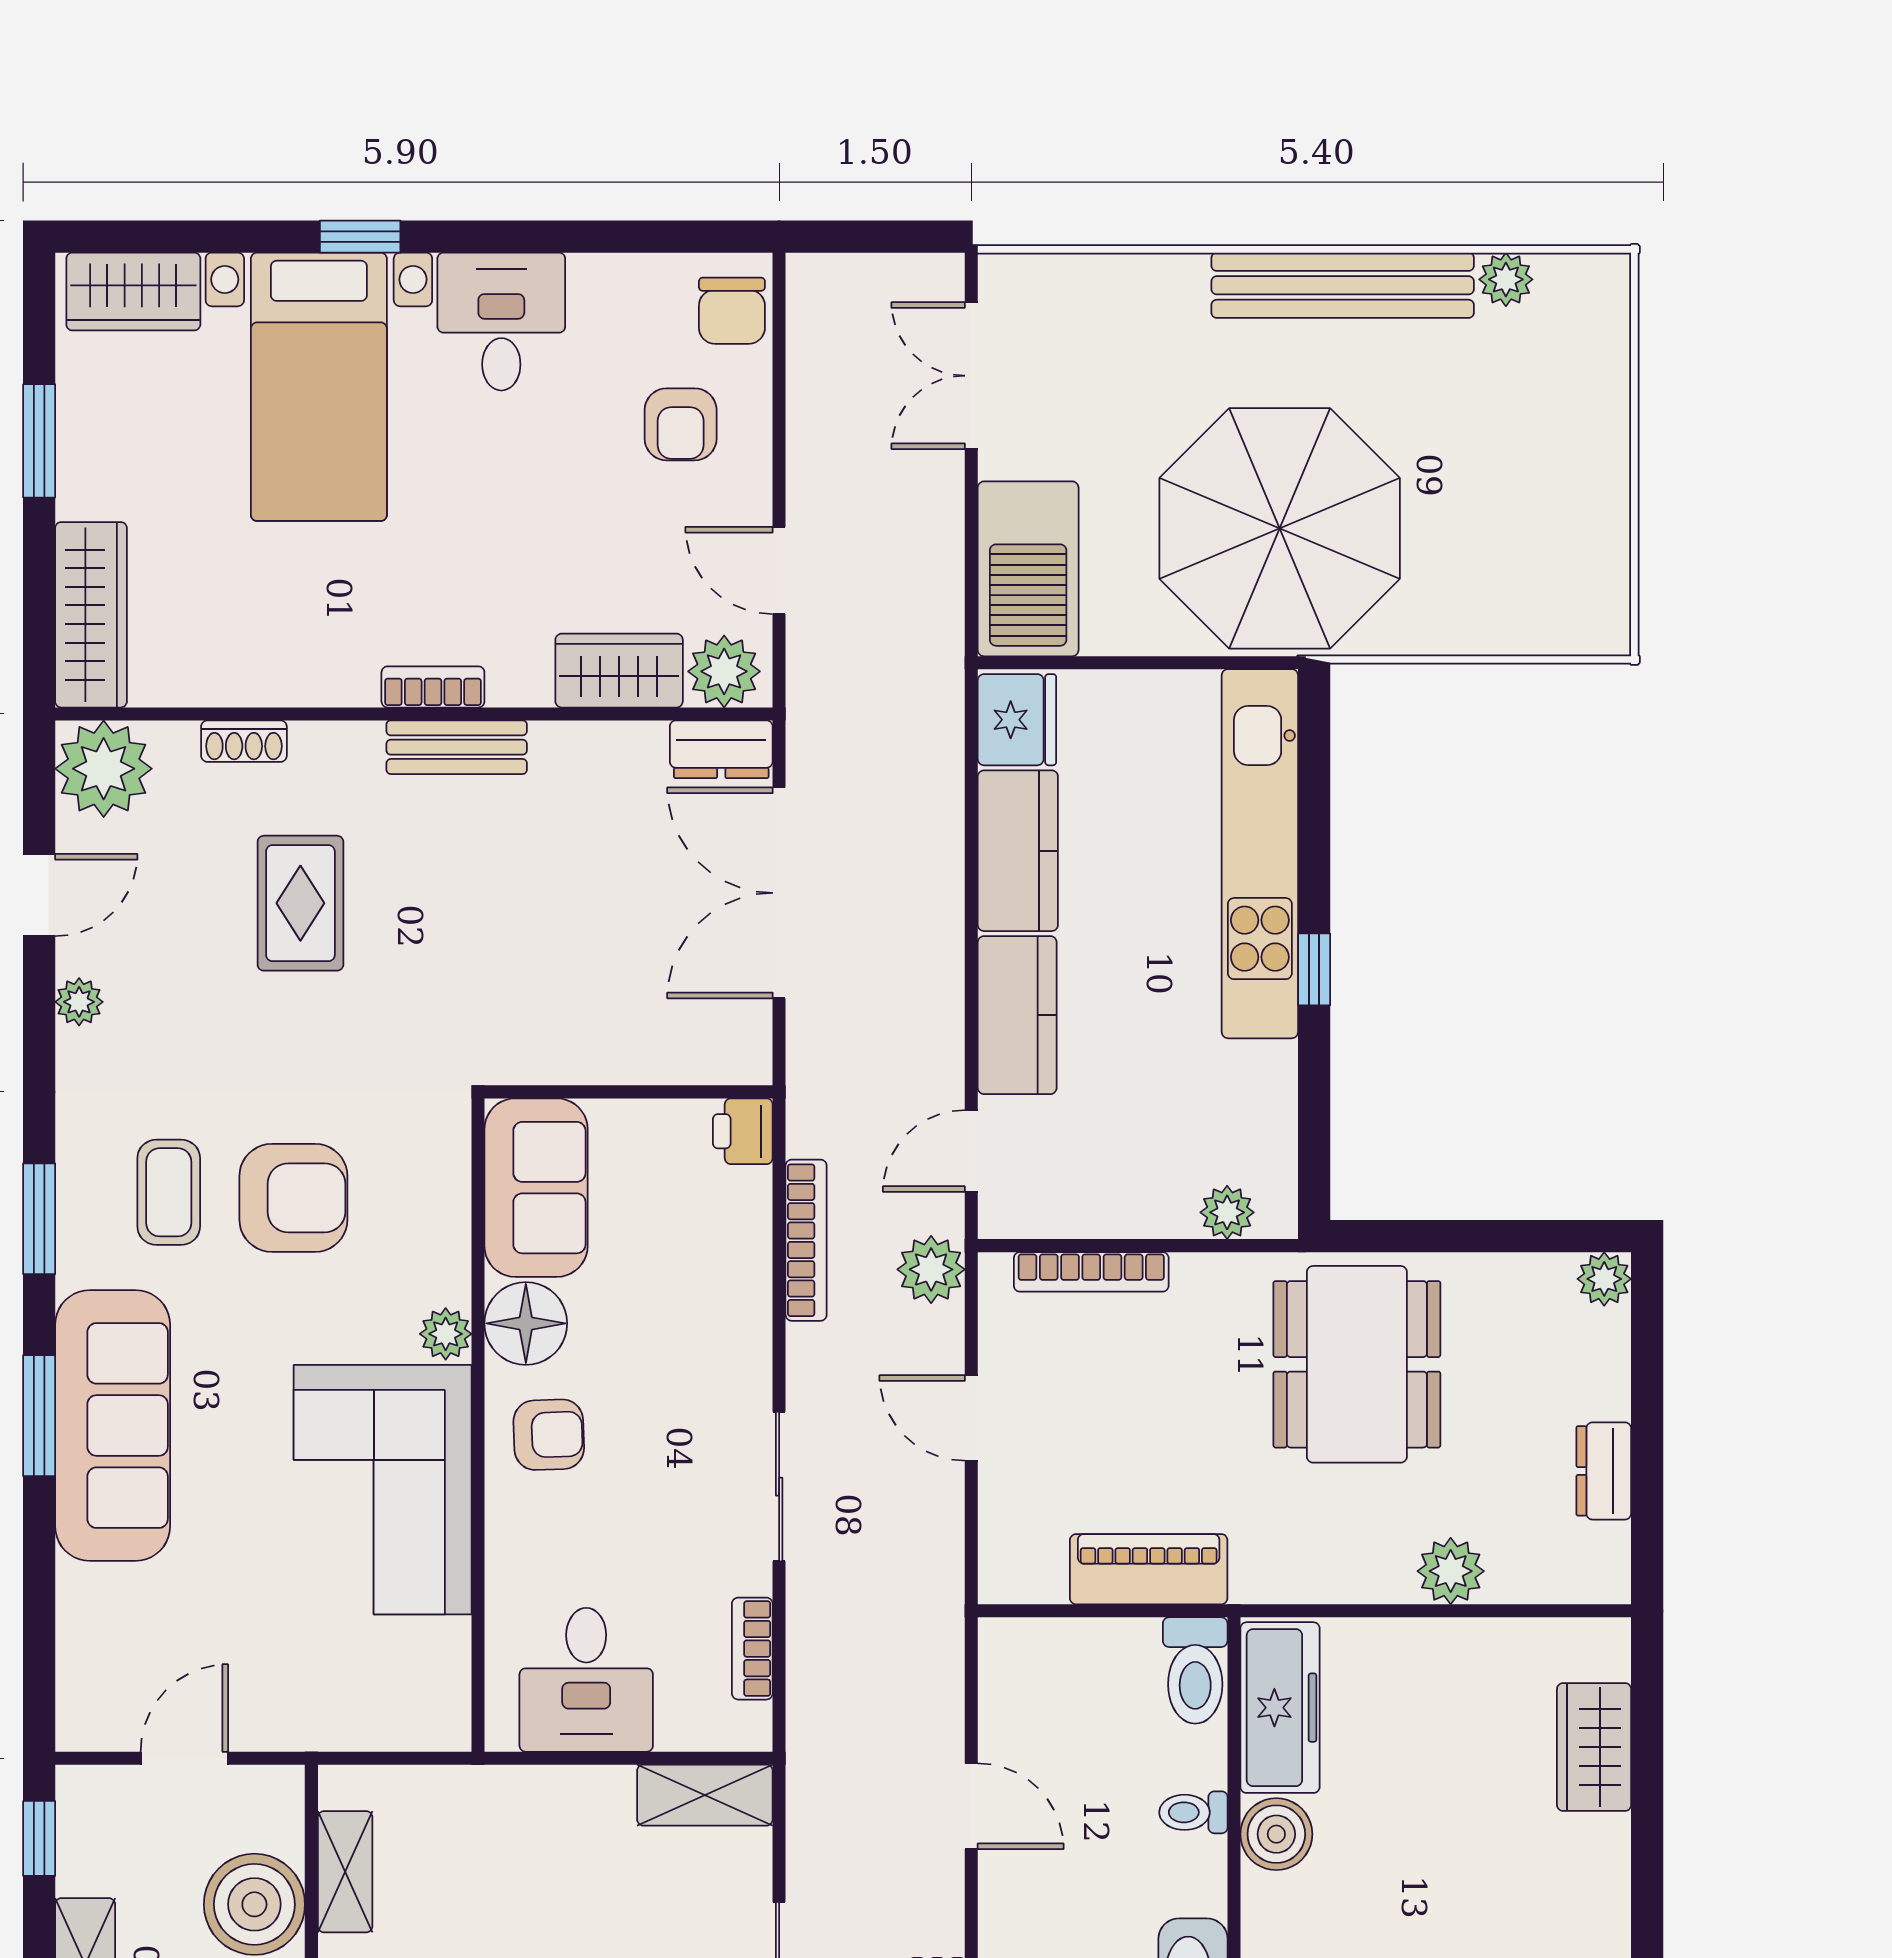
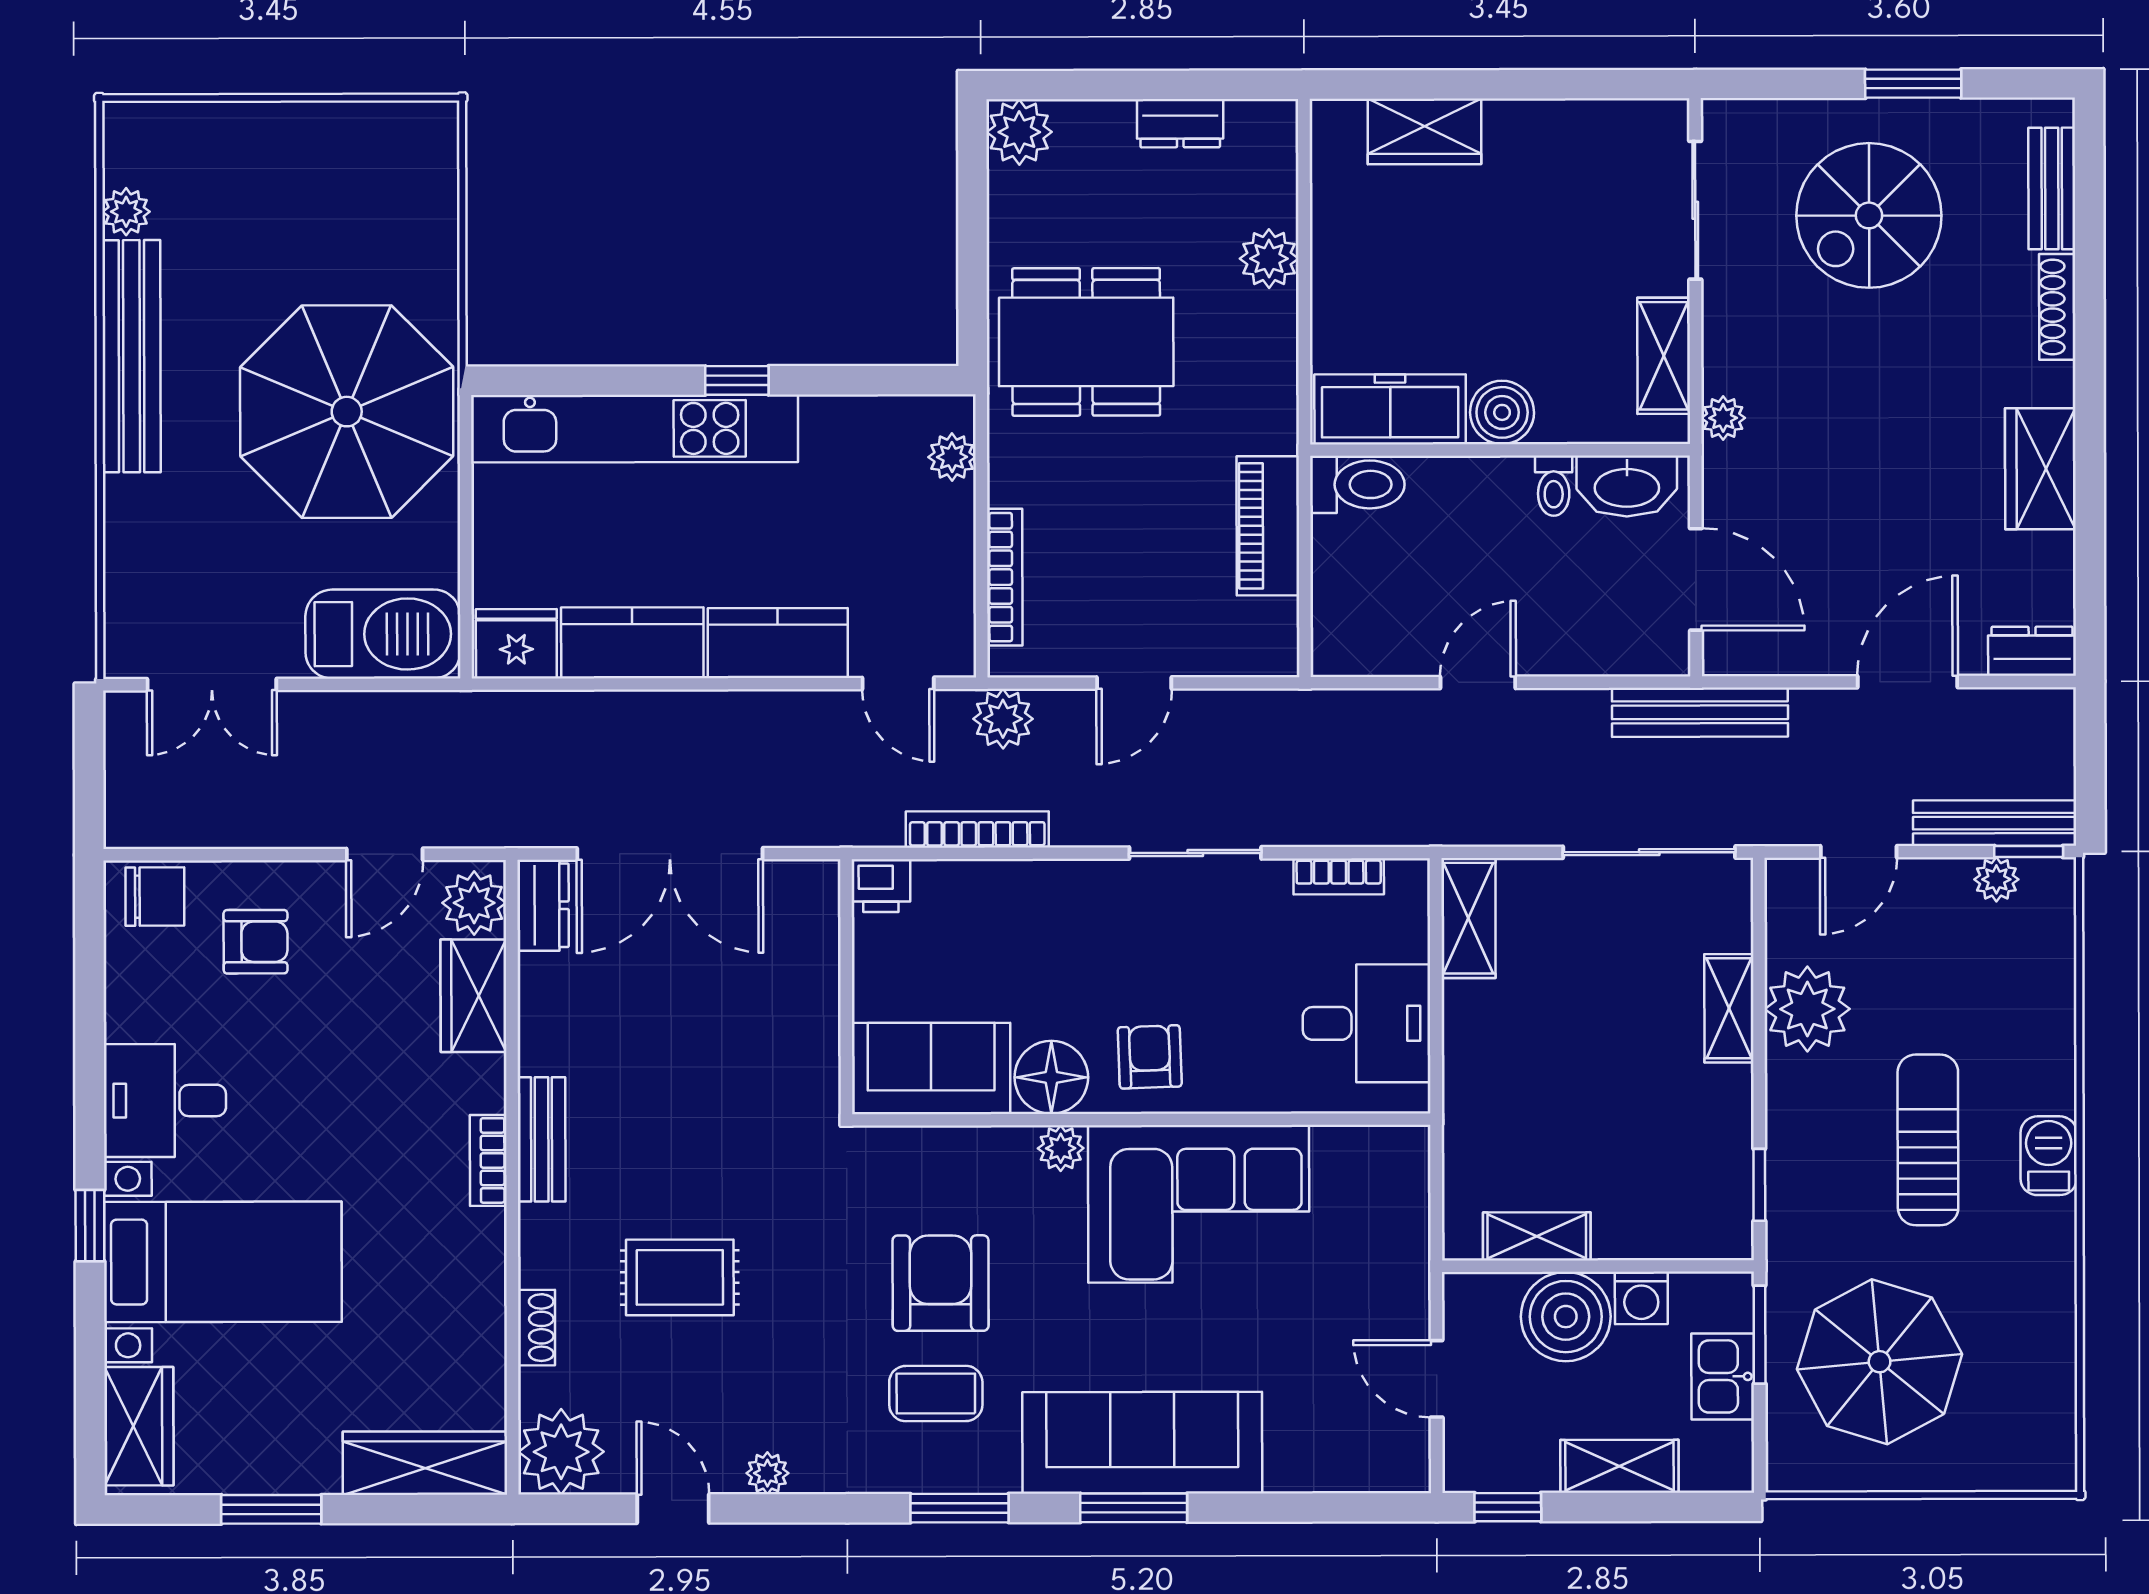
plant: (1604, 1279) -> (1019, 132), width x1.38, depth x1.38
toilet: (1193, 1812) -> (1554, 486), moved

